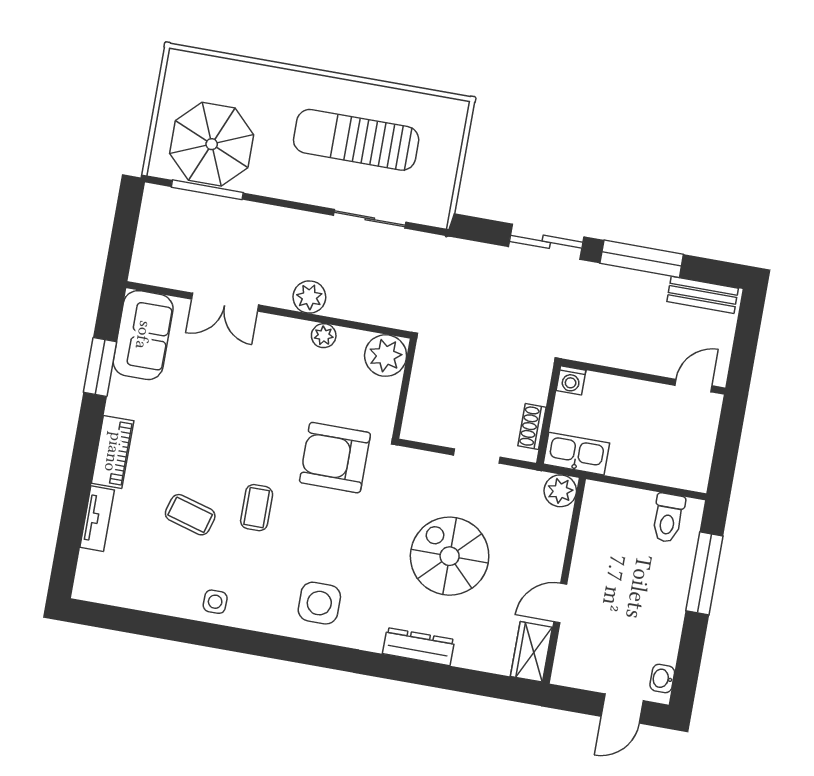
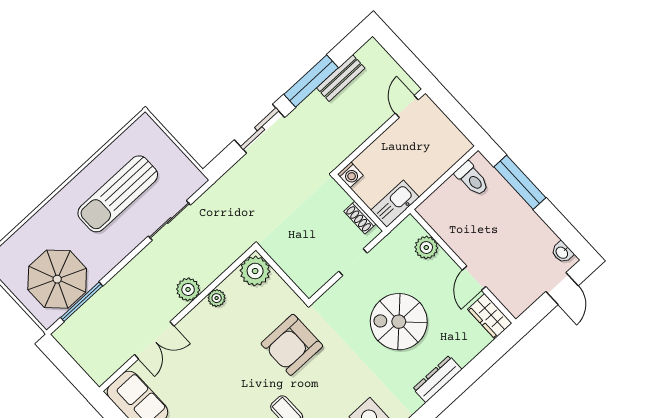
bench: (703, 295) -> (341, 78), moved
plant: (560, 491) -> (426, 248), moved

